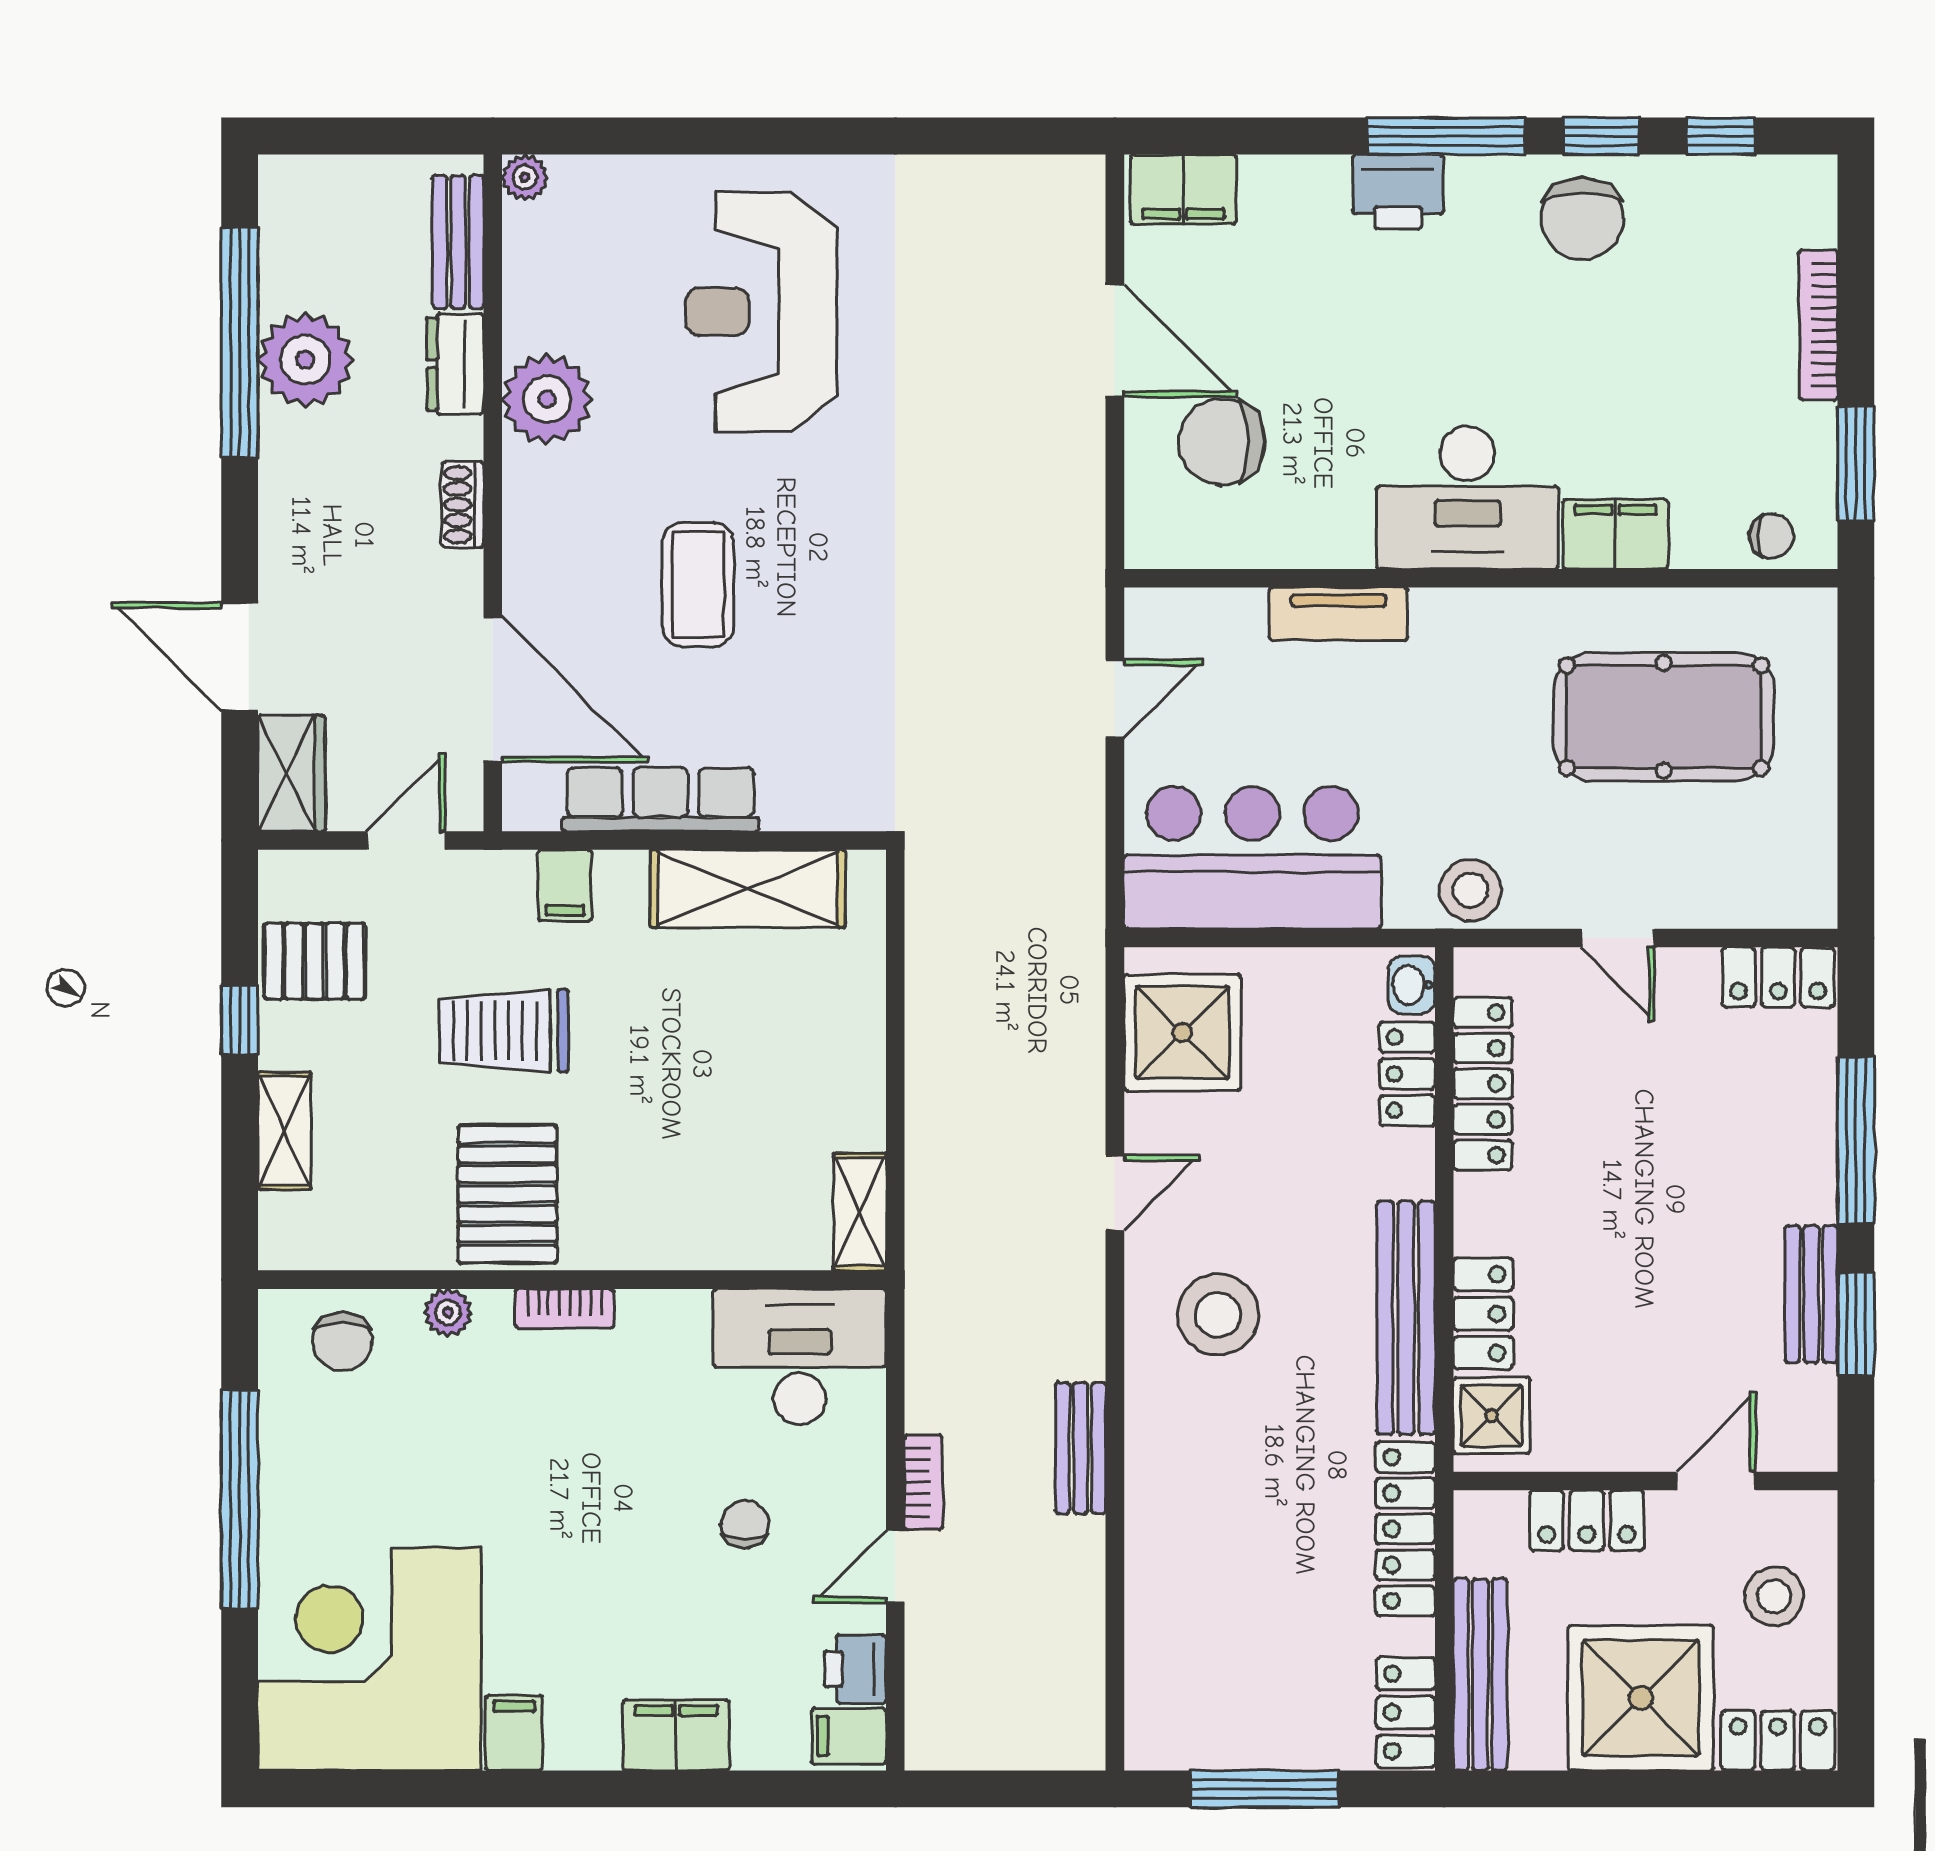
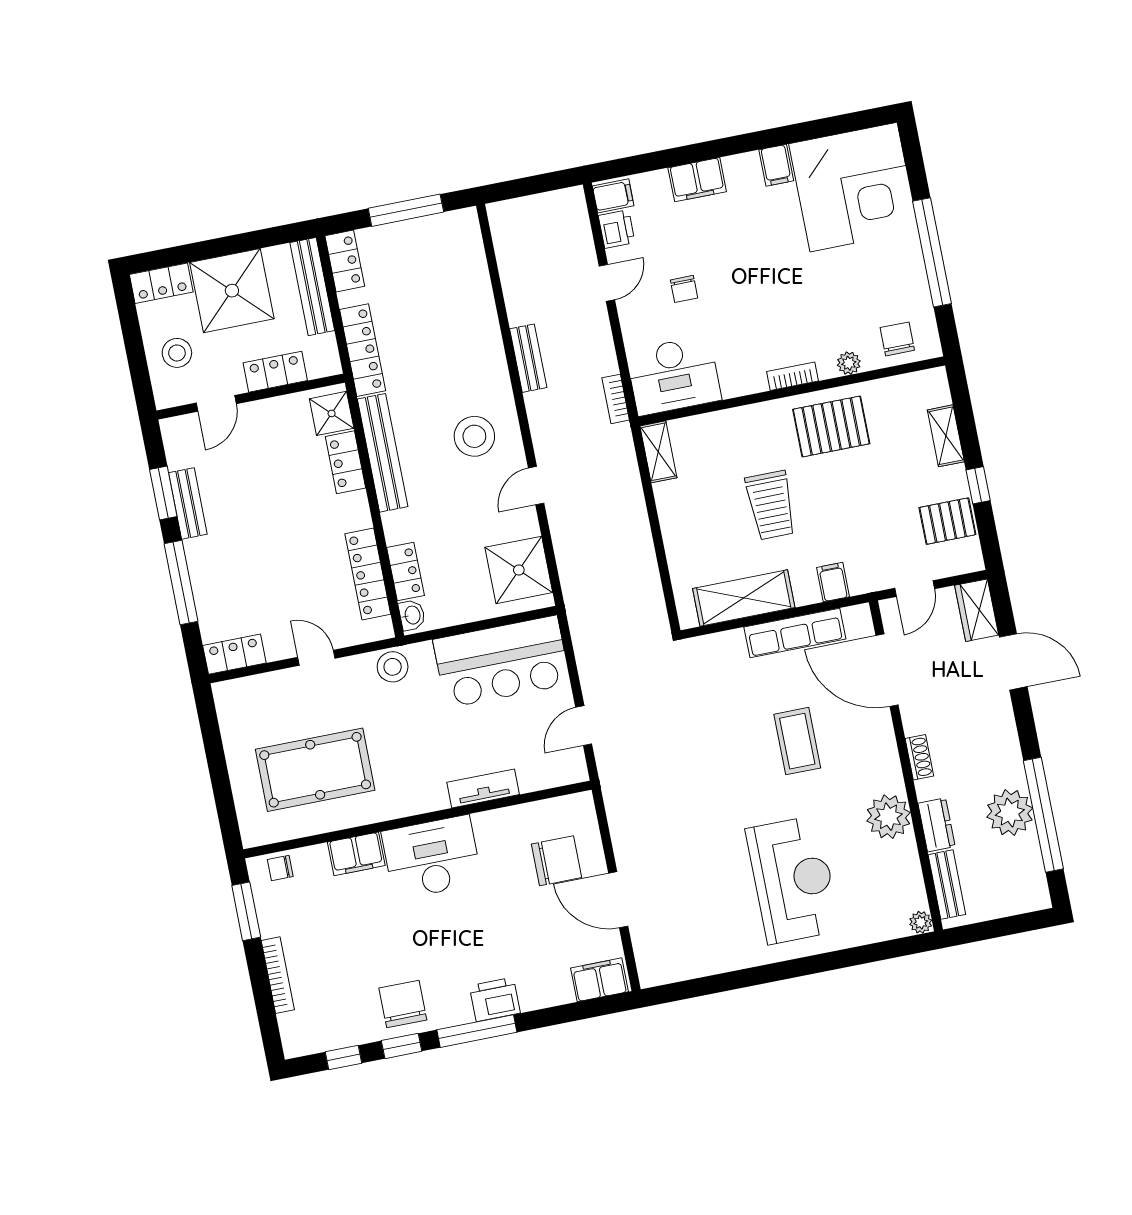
trolley: (504, 1031) -> (771, 505), moved, turned 90
pallet: (507, 1194) -> (831, 426), turned 90
bookcase: (923, 1482) -> (616, 399), moved

